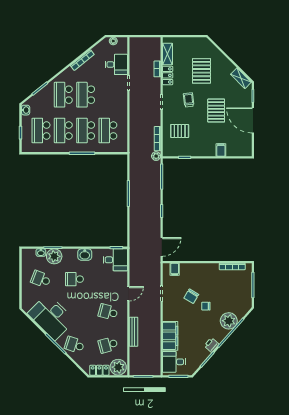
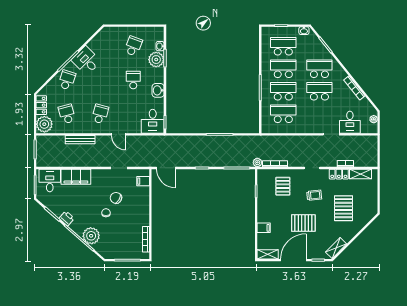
pallet: (201, 71) -> (343, 208), turned 90
shelving: (247, 146) -> (268, 254), added
desk: (51, 317) -> (86, 61), width x0.53, depth x0.77

